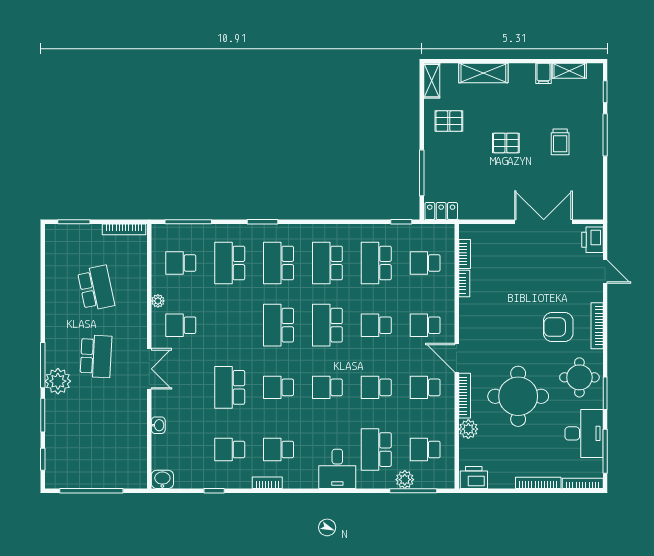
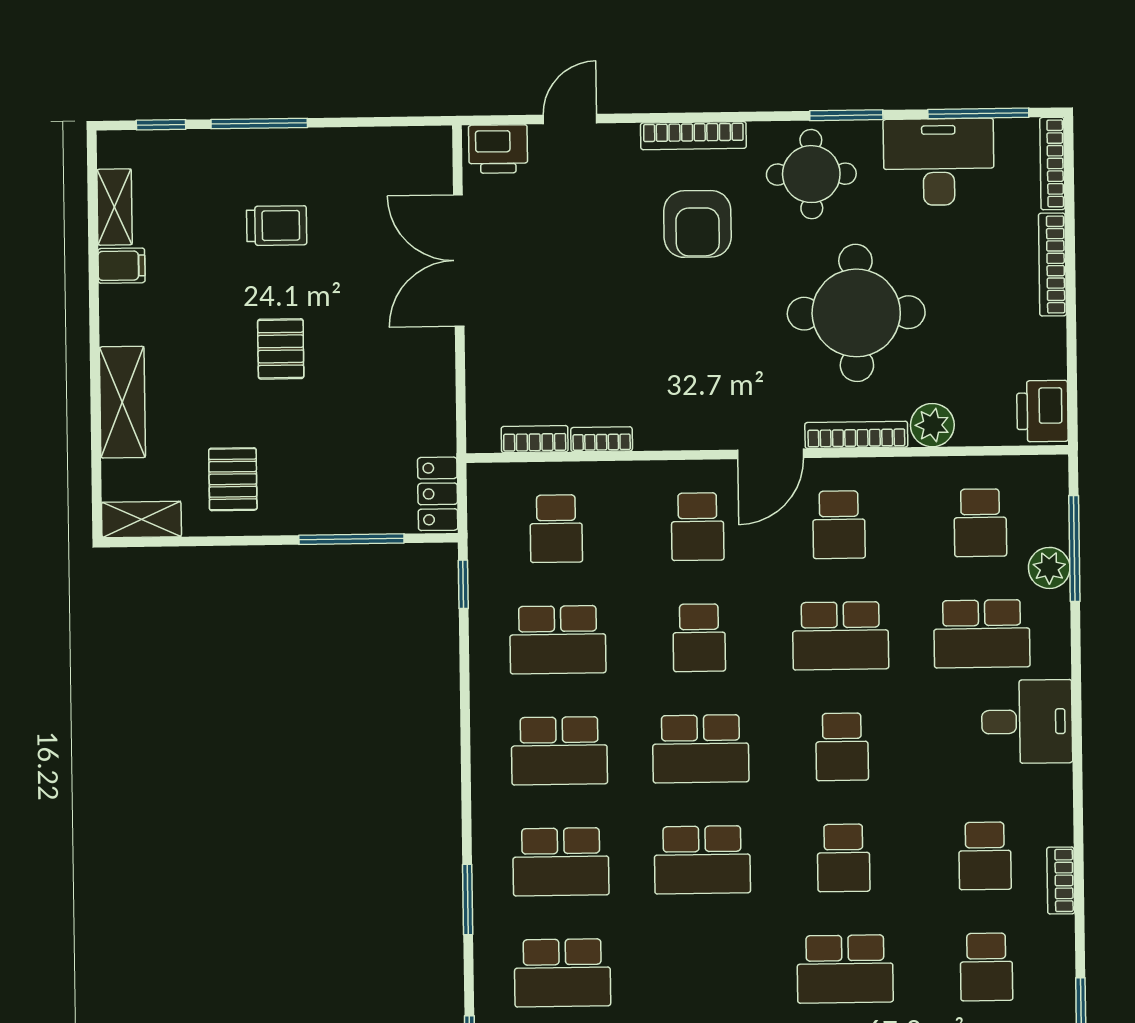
school desk: (376, 387) -> (840, 636), width x1.85

